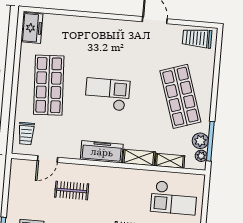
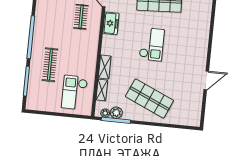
trolley: (197, 38) -> (192, 112), removed
shop shelf: (180, 96) -> (149, 98), turned 42
freezer: (102, 152) -> (111, 23), moved, width x0.71

